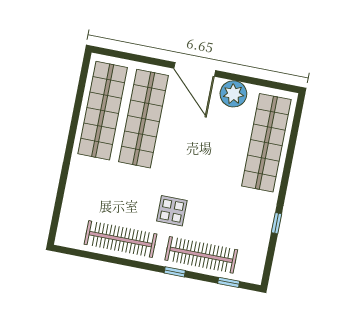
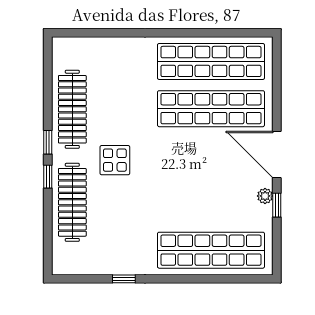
door: (195, 69) -> (277, 155), hinge flipped
window: (239, 78) -> (277, 205), added
plant: (233, 94) -> (265, 196), width x0.53, depth x0.53
window: (229, 282) -> (48, 142), moved

